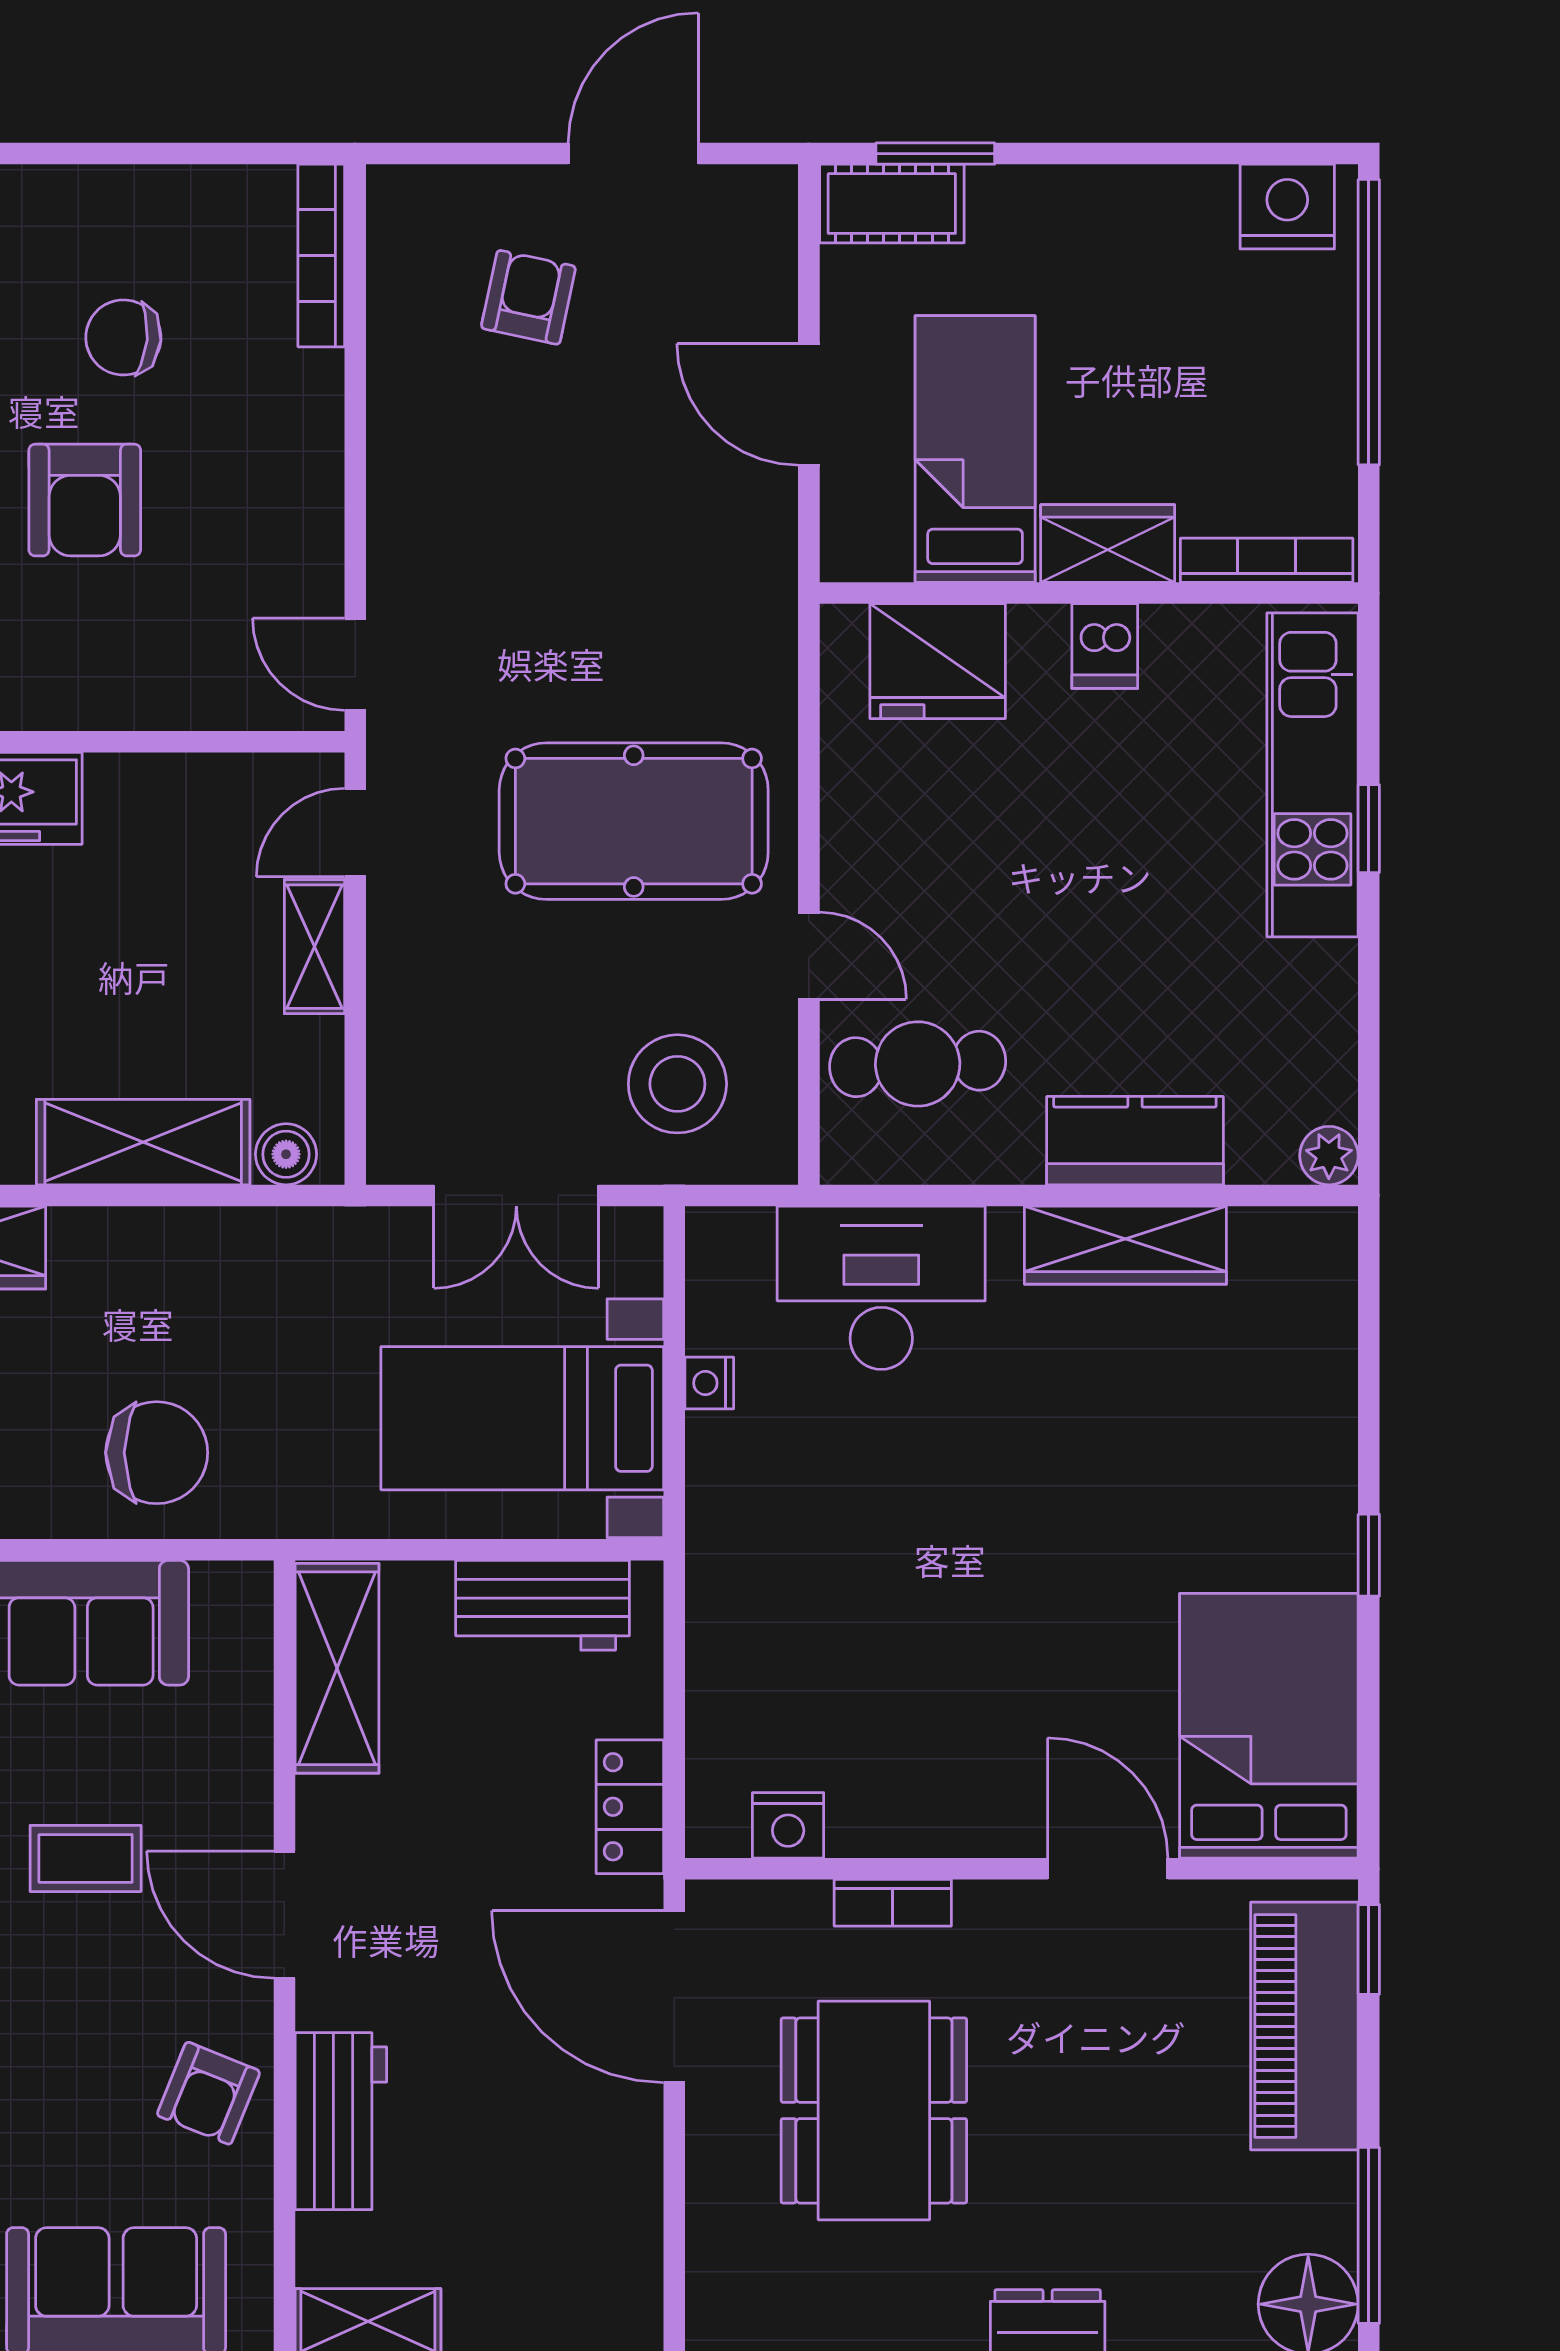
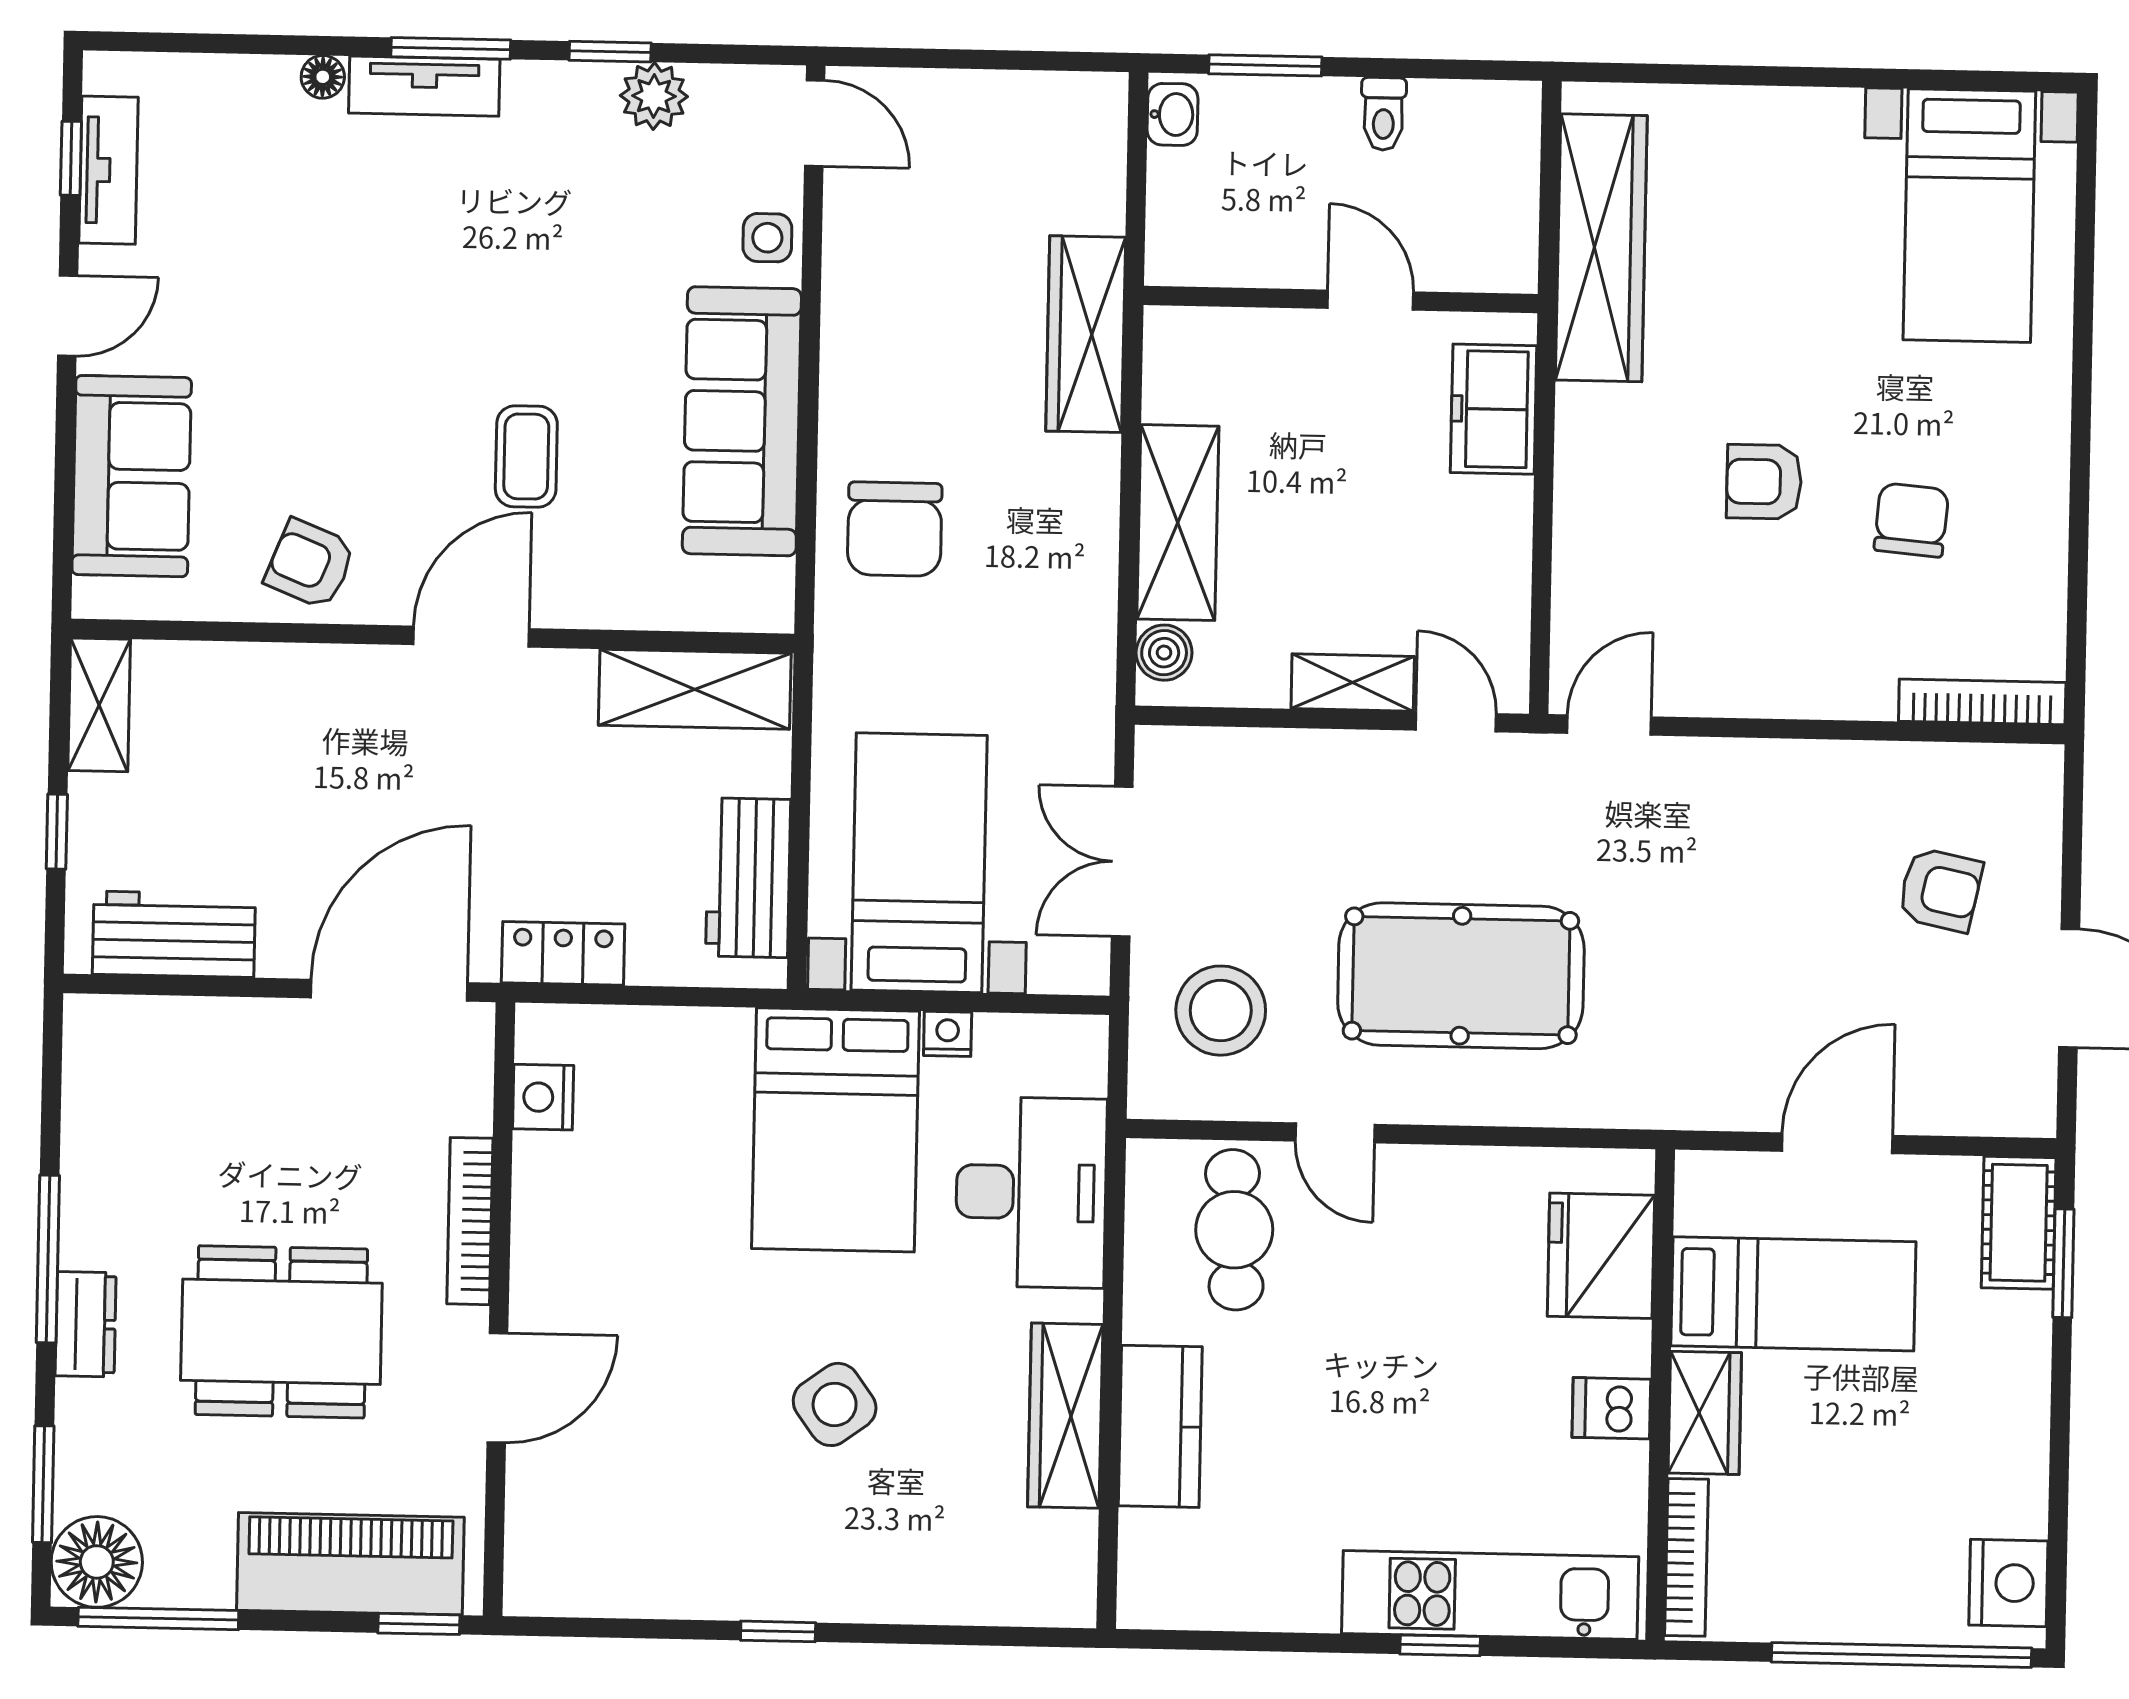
armchair: (85, 500) -> (1764, 482), width x0.72, depth x0.72
pool table: (634, 821) -> (1461, 976), turned 90
door: (809, 956) -> (1335, 1133), hinge flipped
plant: (1329, 1156) -> (1143, 1603), removed
side table: (1118, 1498) -> (835, 1404), added
bed: (1269, 1726) -> (835, 1130), moved, turned 90
bookcase: (893, 1903) -> (470, 1221), width x1.56
dining table: (874, 2110) -> (281, 1332), moved
workbench: (341, 2121) -> (174, 934), moved, turned 180

